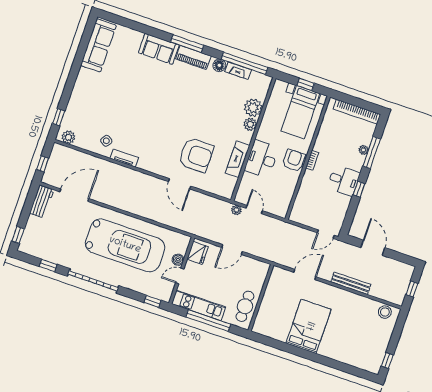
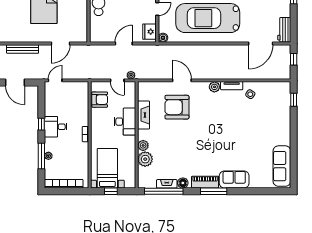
plant: (68, 137) -> (214, 87), moved
armchair: (294, 160) -> (100, 100), moved, turned -90
boiler: (178, 260) -> (163, 38), moved

